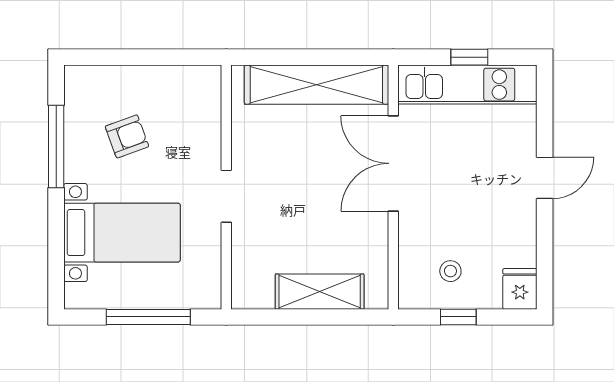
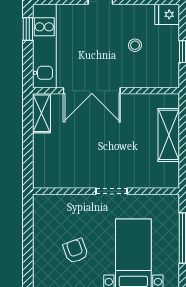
window: (469, 57) -> (28, 29), moved
shelving: (316, 85) -> (41, 113), width x0.45, depth x0.75
stool: (450, 271) -> (135, 45), moved

